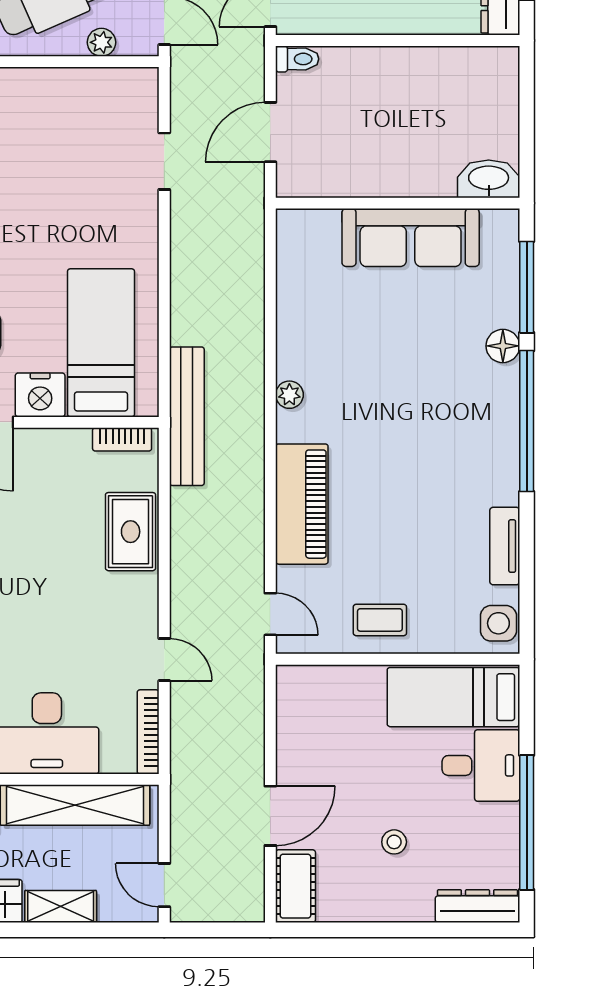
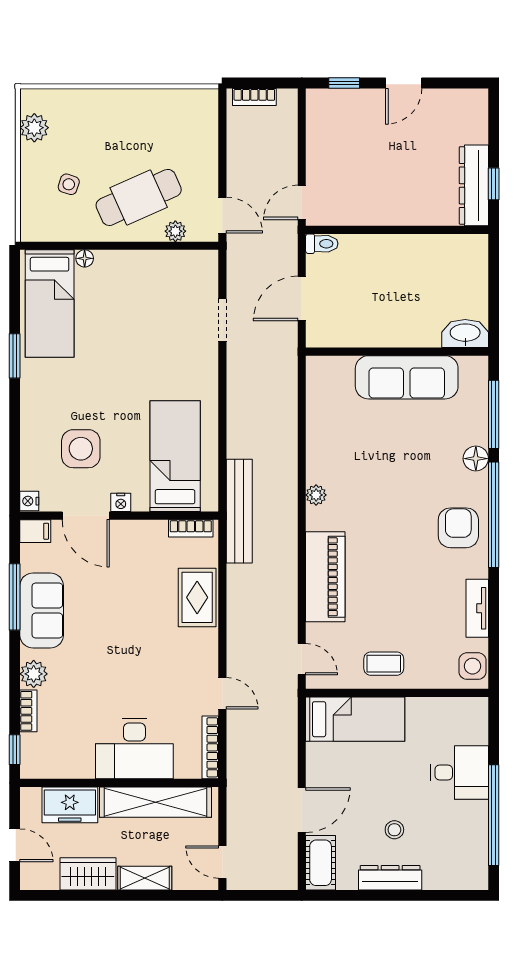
nightstand: (40, 395) -> (121, 502), width x0.53, depth x0.56
armchair: (480, 439) -> (458, 528), added
bed: (453, 697) -> (355, 719), moved, turned 180
dresser: (478, 906) -> (390, 878), moved

